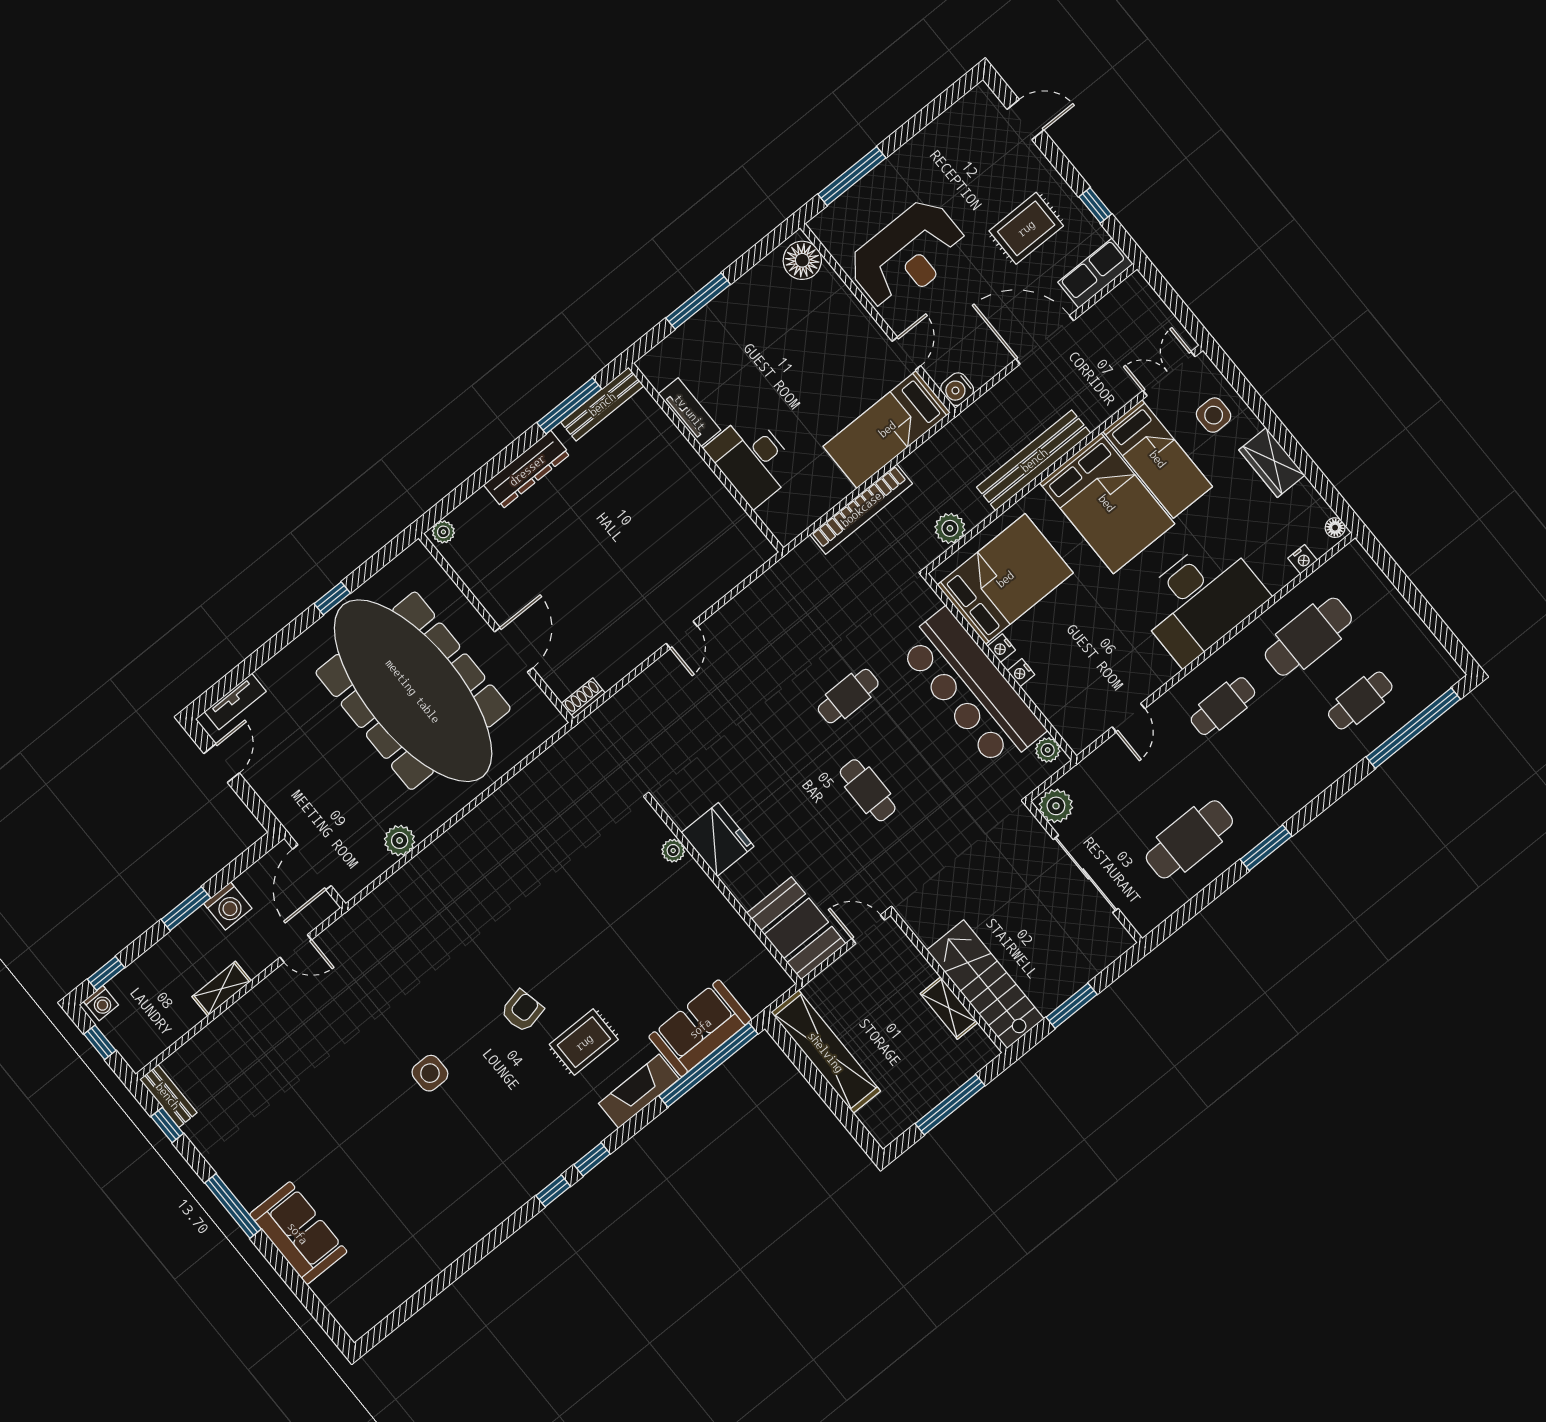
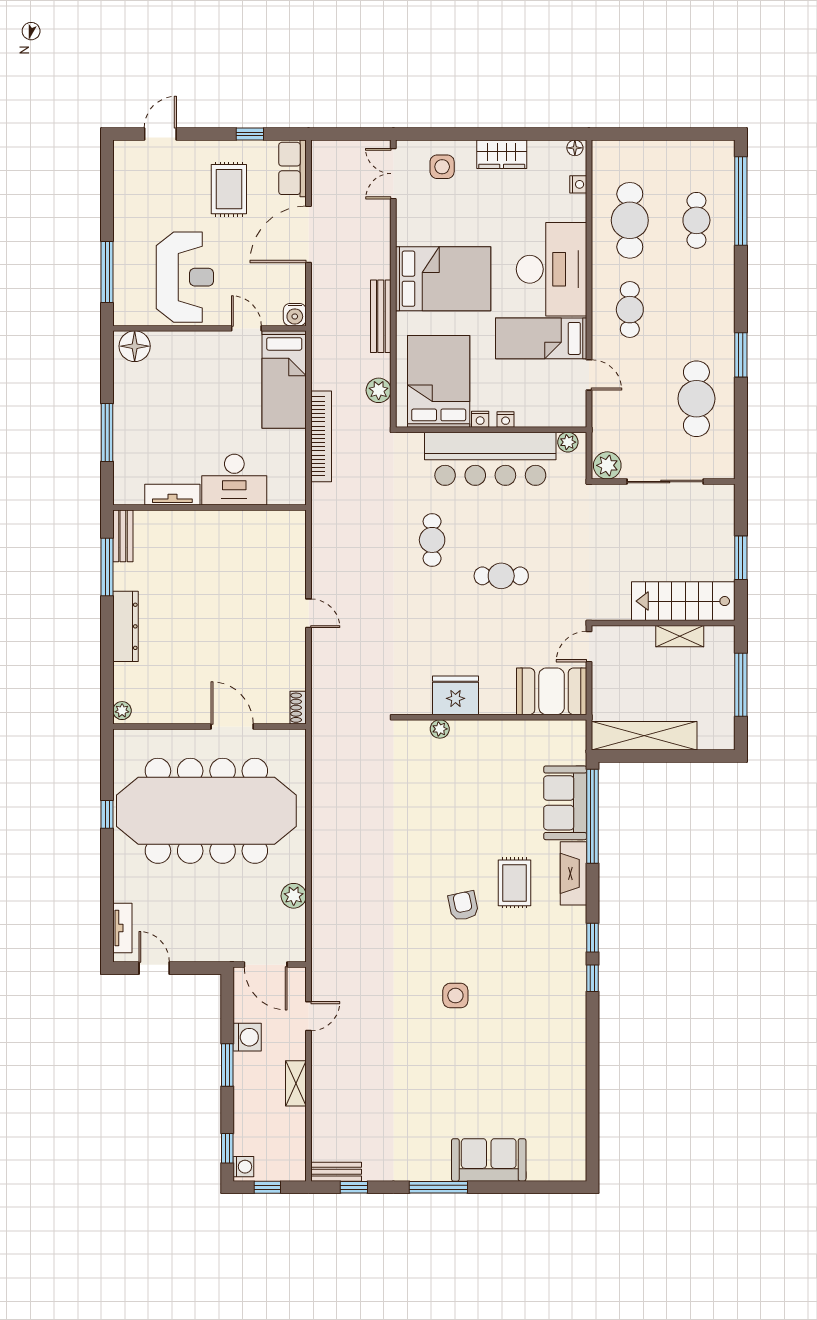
bench: (602, 404) -> (123, 536), width x0.73
bed: (1158, 459) -> (541, 338), moved, turned 180
bench: (1034, 460) -> (381, 316), width x0.73, depth x0.82

